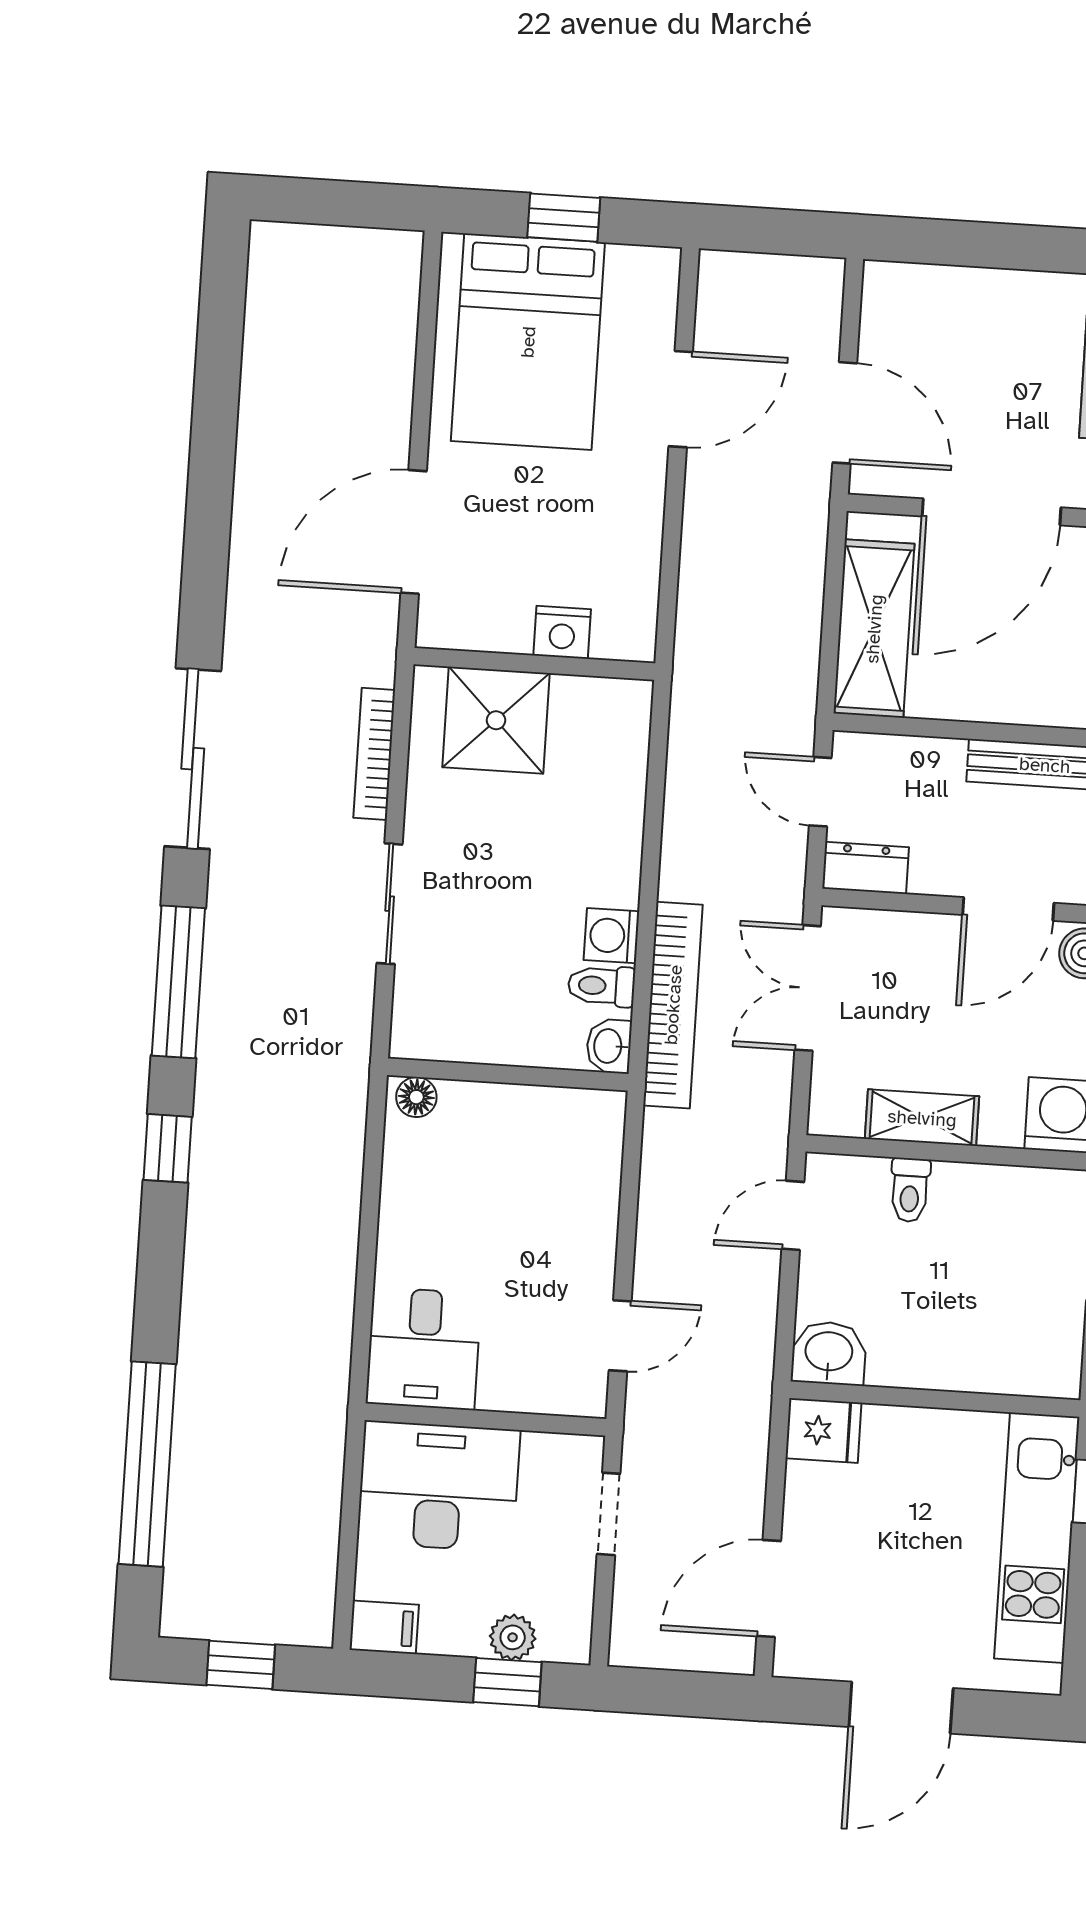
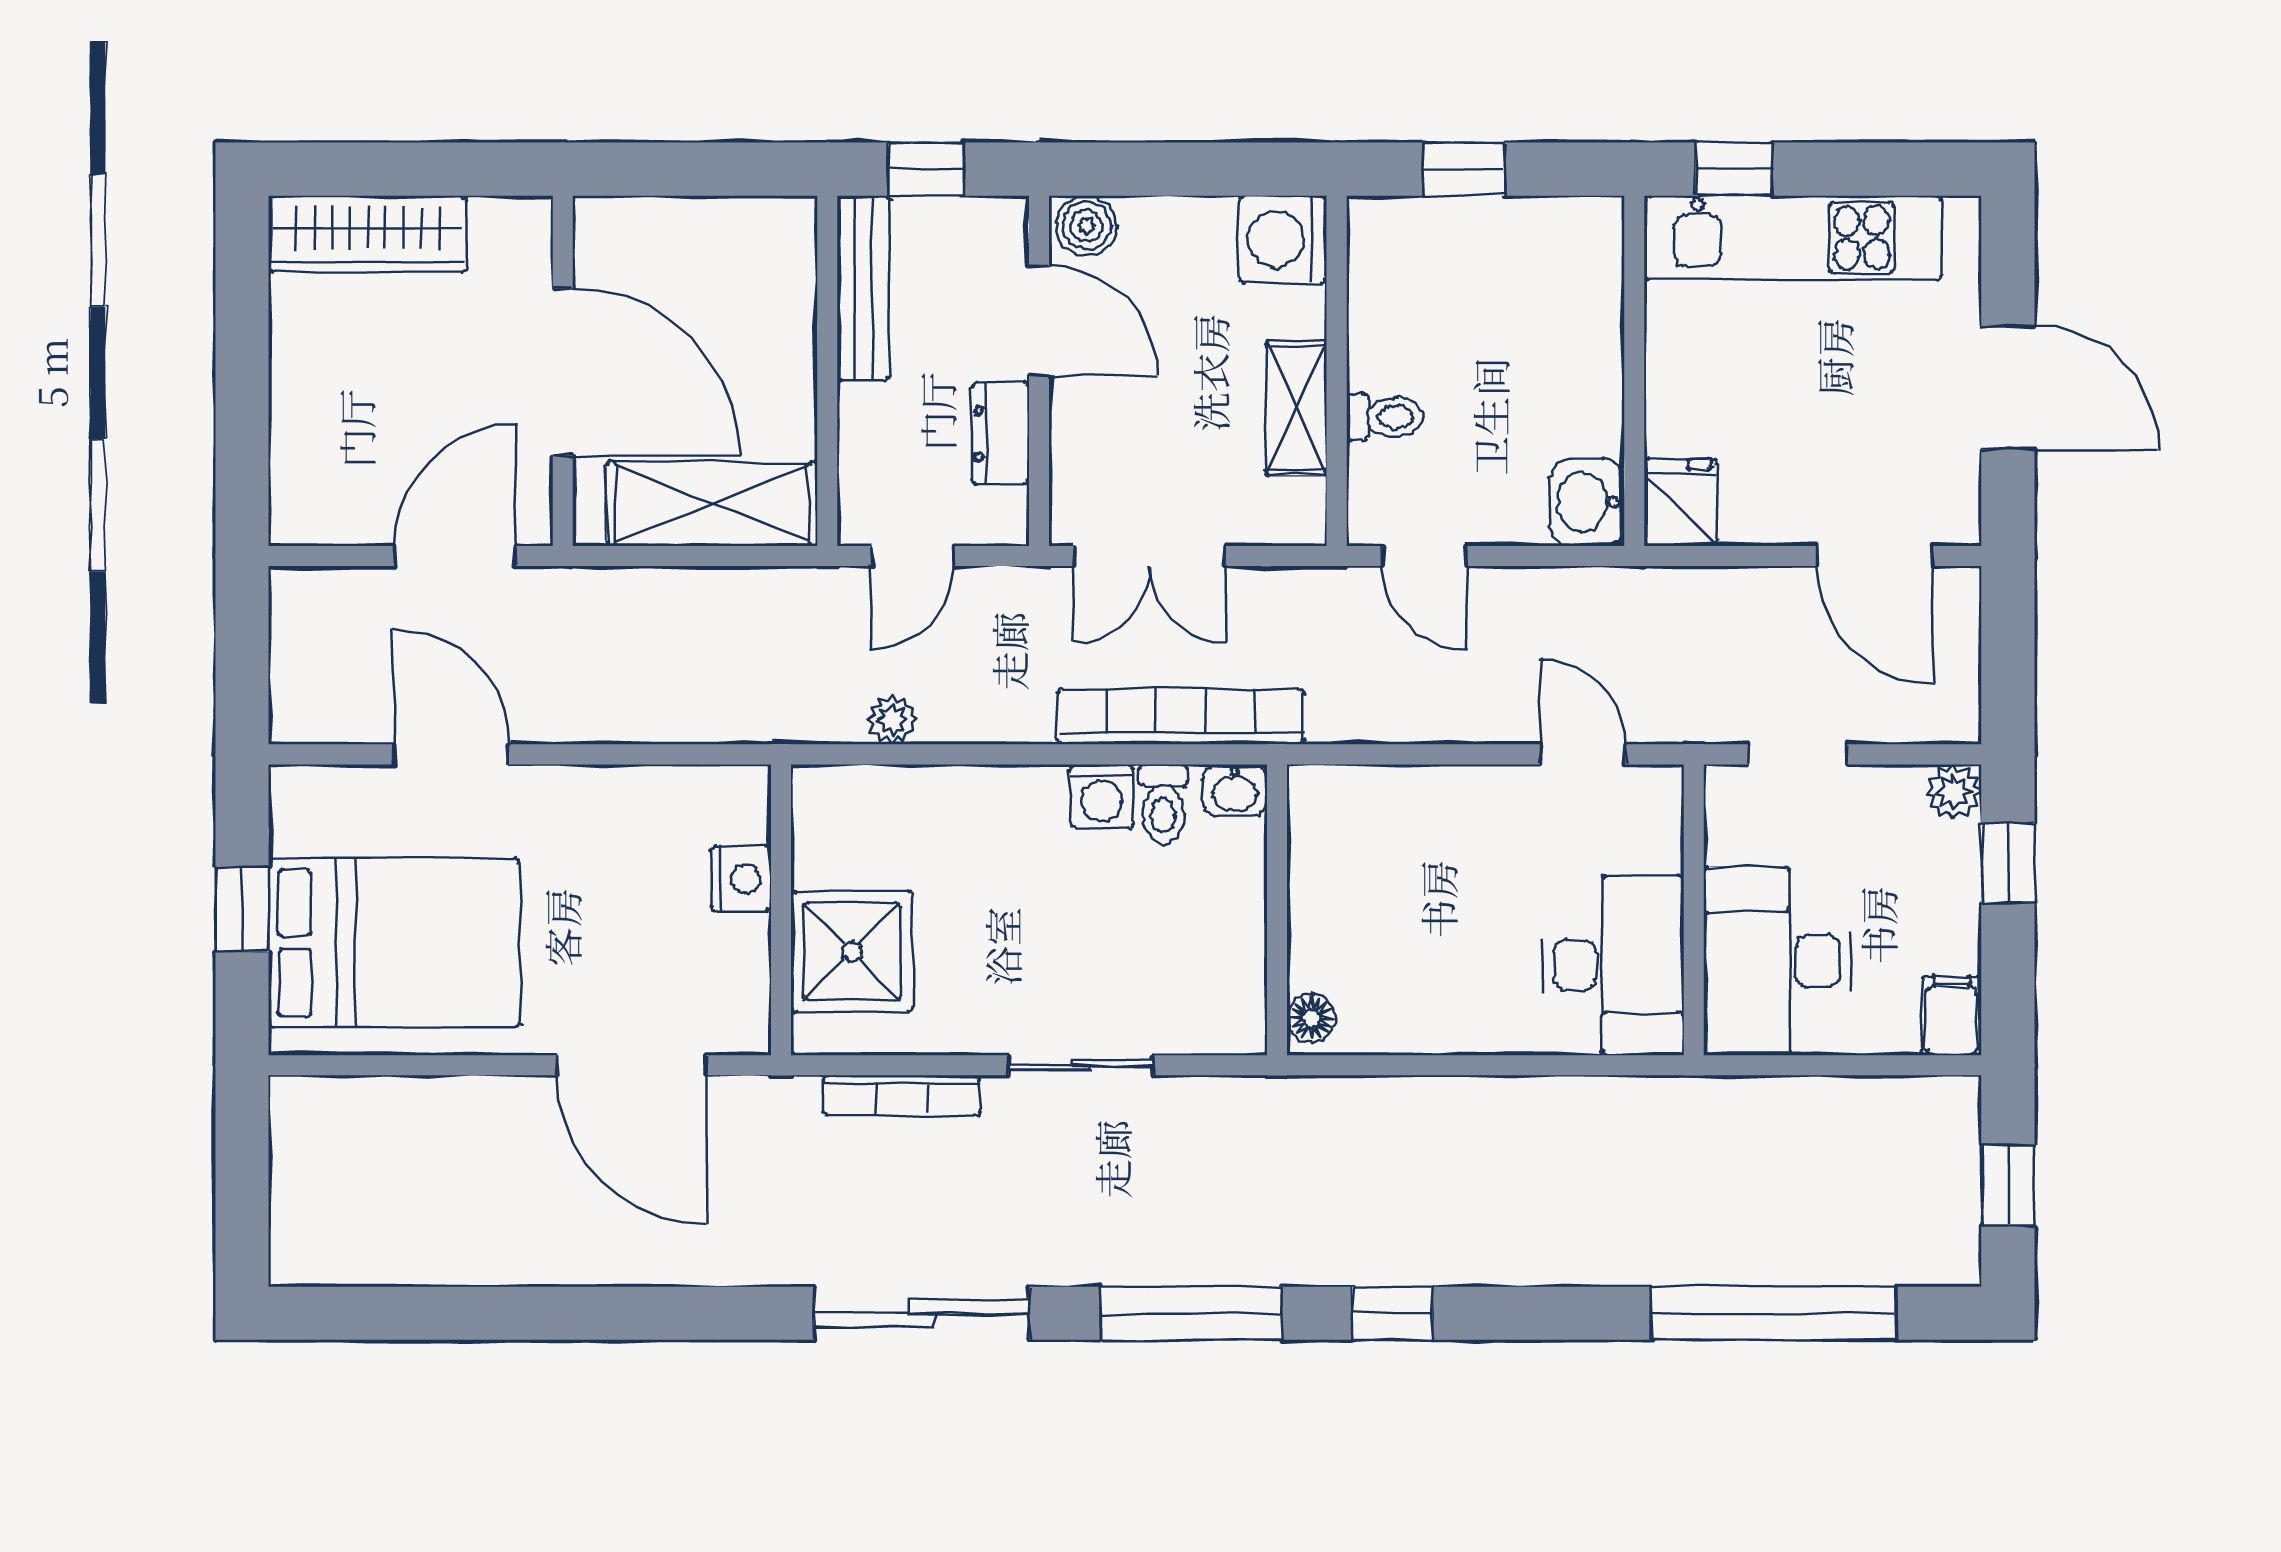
plant: (686, 766) -> (892, 720), added
dresser: (866, 868) -> (1001, 433), moved
desk: (424, 1348) -> (1613, 965), width x1.37
plant: (513, 1637) -> (1954, 792), moved

